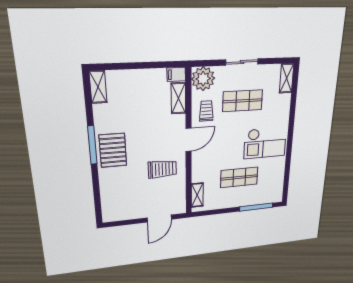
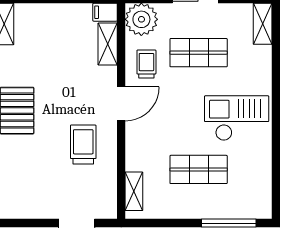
checkout: (265, 143) -> (237, 118), turned 180
trolley: (162, 169) -> (83, 145), turned -90

